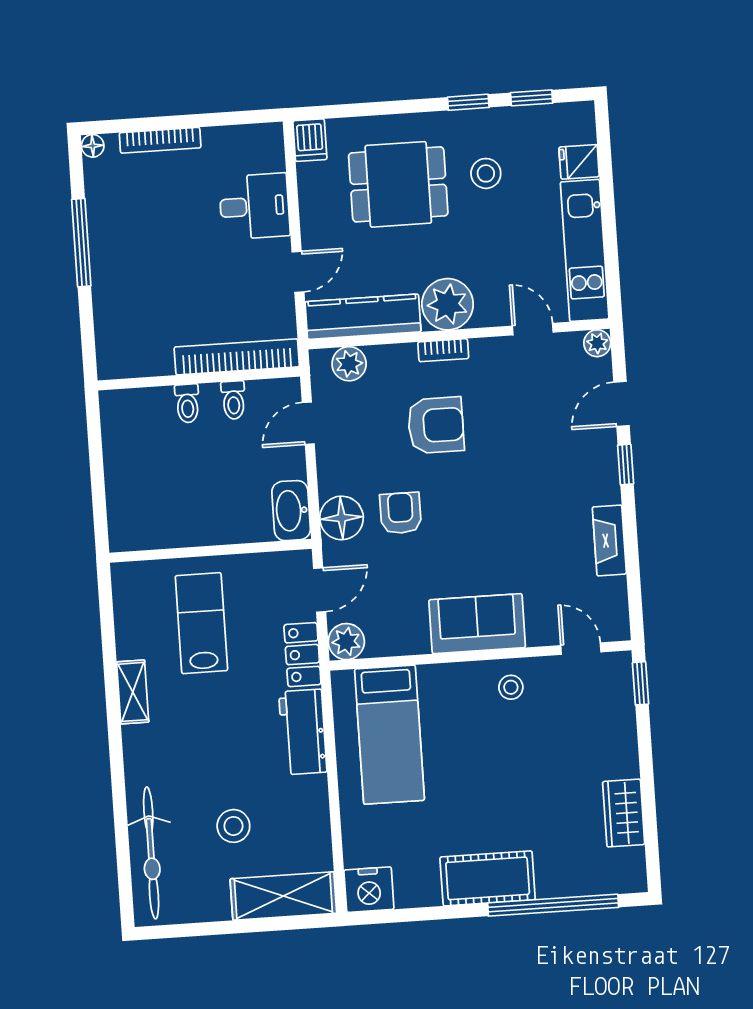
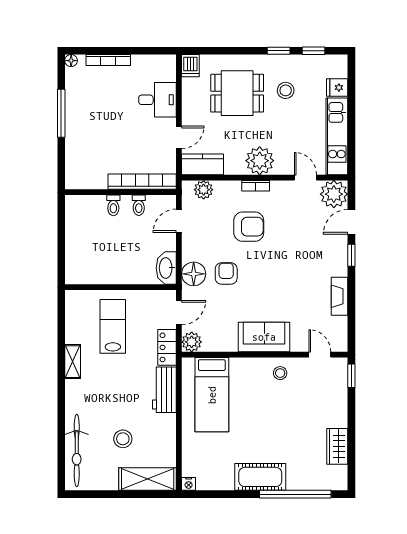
kitchen counter: (363, 317) -> (203, 164), width x0.67
plant: (597, 343) -> (334, 194), width x1.87, depth x1.87
nightstand: (369, 890) -> (189, 484), width x0.53, depth x0.56

